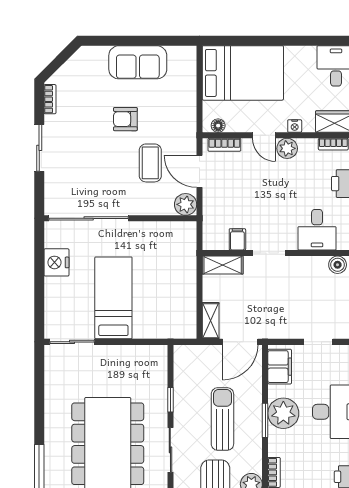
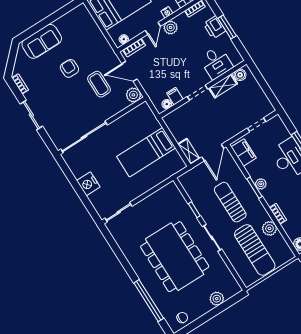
sofa: (138, 62) -> (42, 41), moved
armchair: (125, 119) -> (69, 68), turned 90
door: (264, 135) -> (153, 28), hinge flipped
floor lamp: (221, 243) -> (167, 104), added
nightstand: (56, 262) -> (88, 184), moved
shelving: (223, 265) -> (223, 86), moved
bed: (113, 298) -> (146, 152), moved, turned -90
plant: (283, 413) -> (261, 184), width x0.53, depth x0.53

